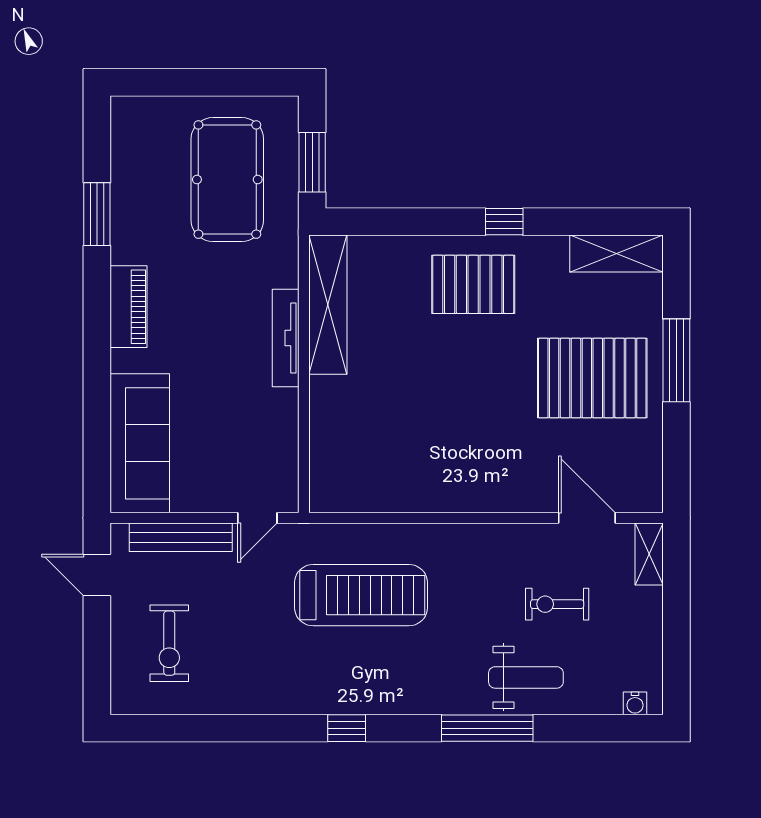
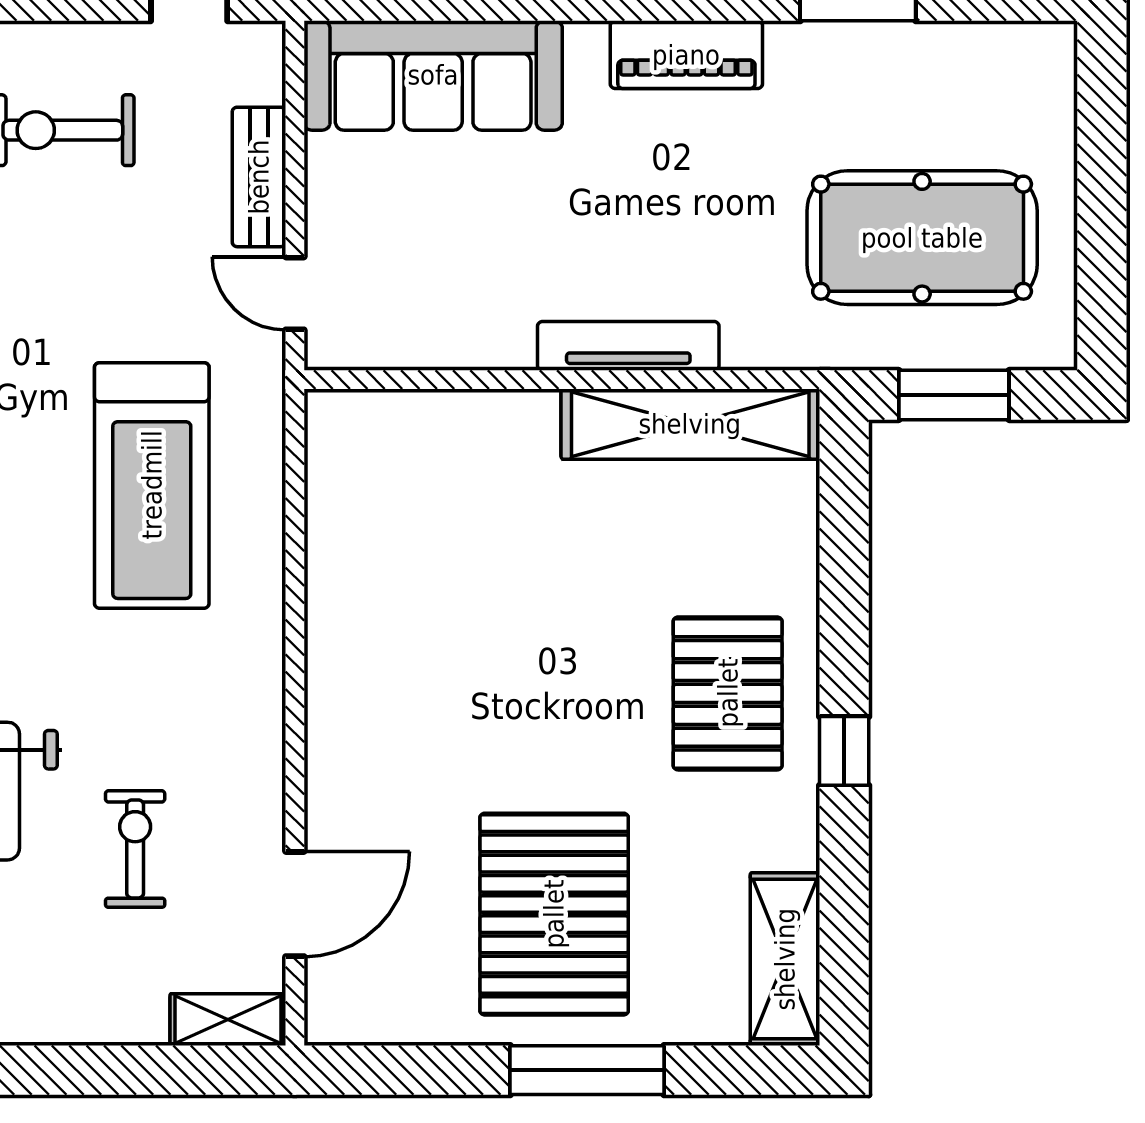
bench: (181, 537) -> (259, 177), width x0.73

